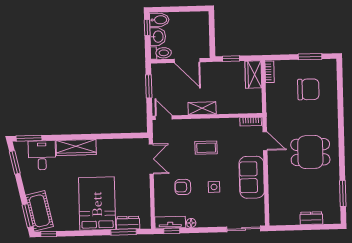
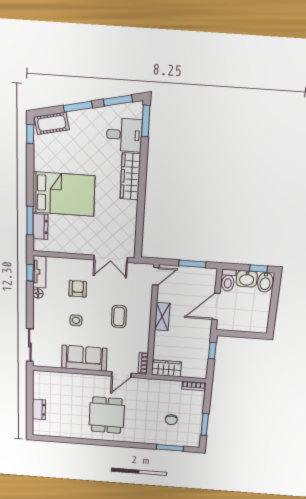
wardrobe: (253, 74) -> (166, 368), moved
chair: (308, 89) -> (171, 420), width x0.54, depth x0.54
window: (343, 194) -> (170, 448), moved
cot: (39, 211) -> (52, 123), width x0.73, depth x0.75
window: (28, 216) -> (78, 107), moved

